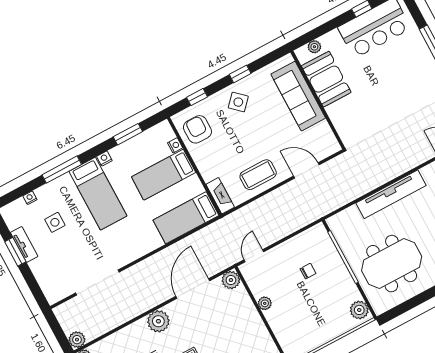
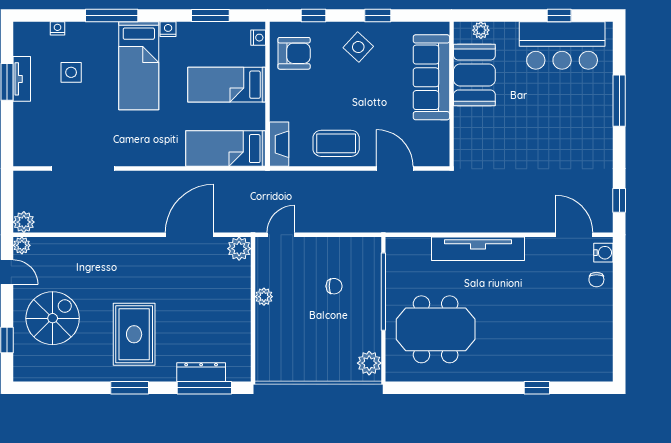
armchair: (197, 129) -> (294, 53), turned 90
nightstand: (175, 145) -> (258, 38), moved
plant: (158, 321) -> (130, 251), removed

